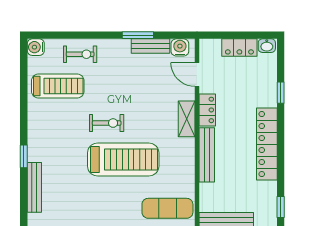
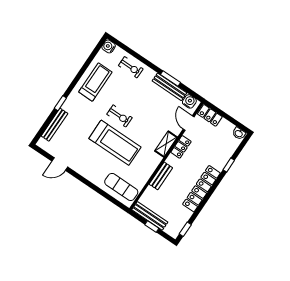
bench: (151, 46) -> (170, 87), width x1.36
locker: (239, 48) -> (210, 115), moved
treadmill: (58, 86) -> (95, 82), moved, turned -90
bench: (207, 155) -> (161, 176), width x0.73

